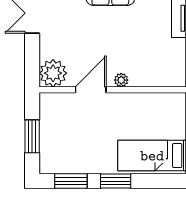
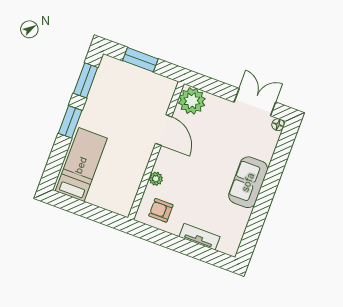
armchair: (168, 64) -> (161, 210), added
plant: (121, 80) -> (156, 179), moved

